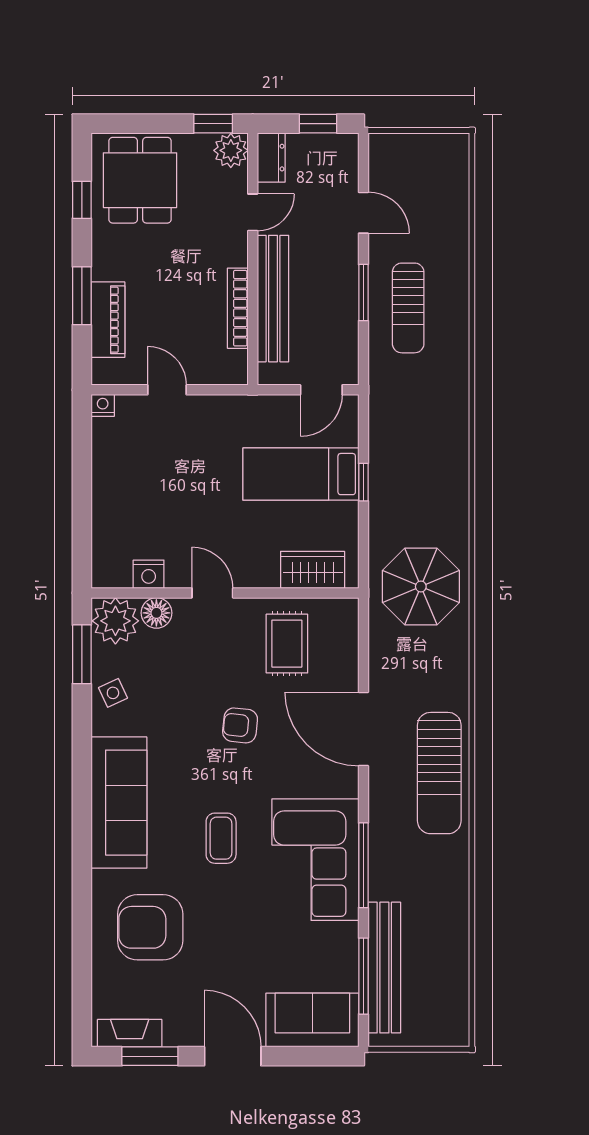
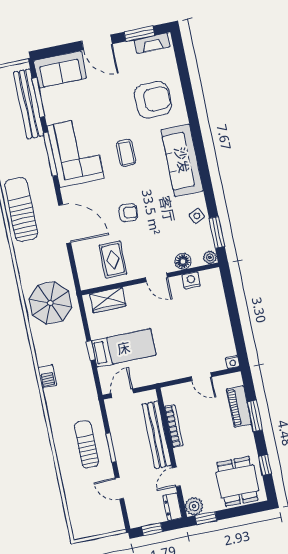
barbecue: (455, 450) -> (47, 376), added
plant: (115, 621) -> (210, 257), width x0.53, depth x0.53

